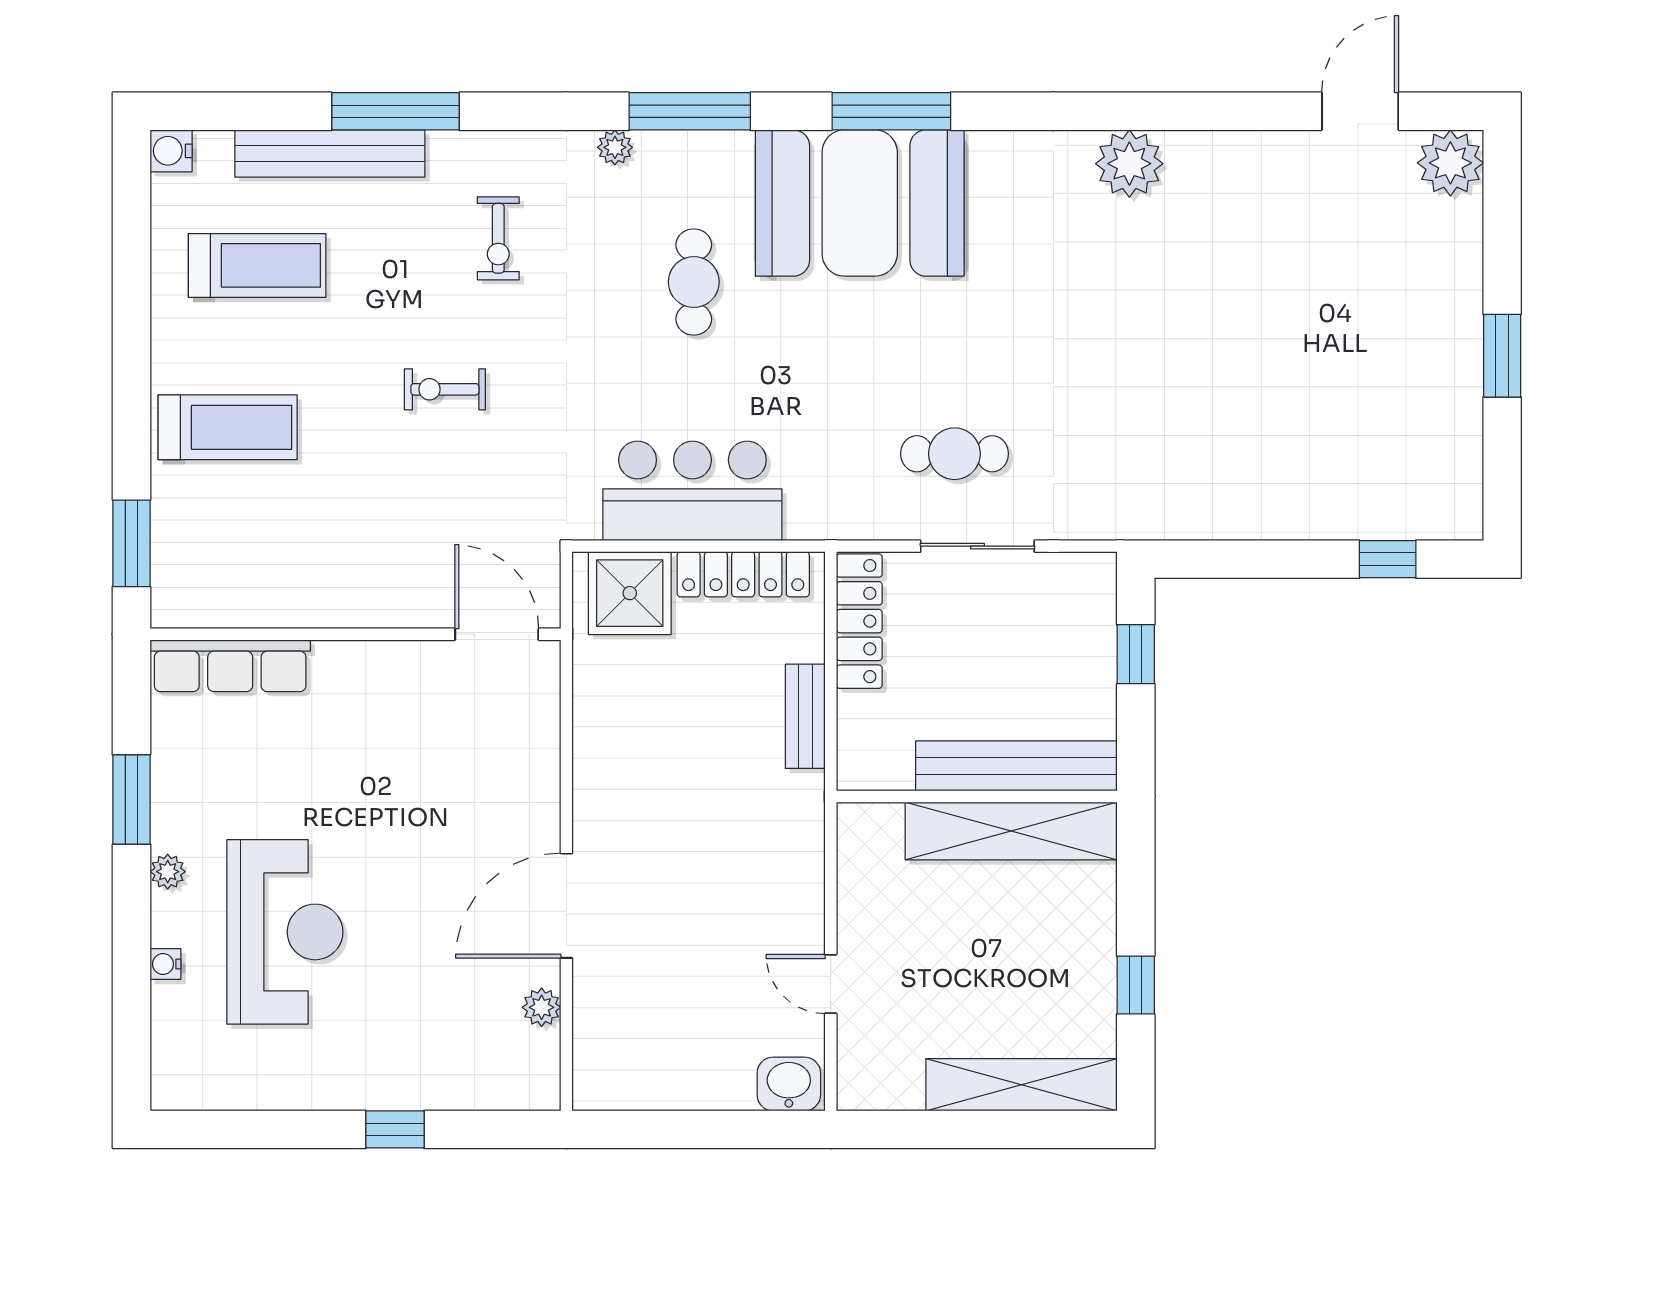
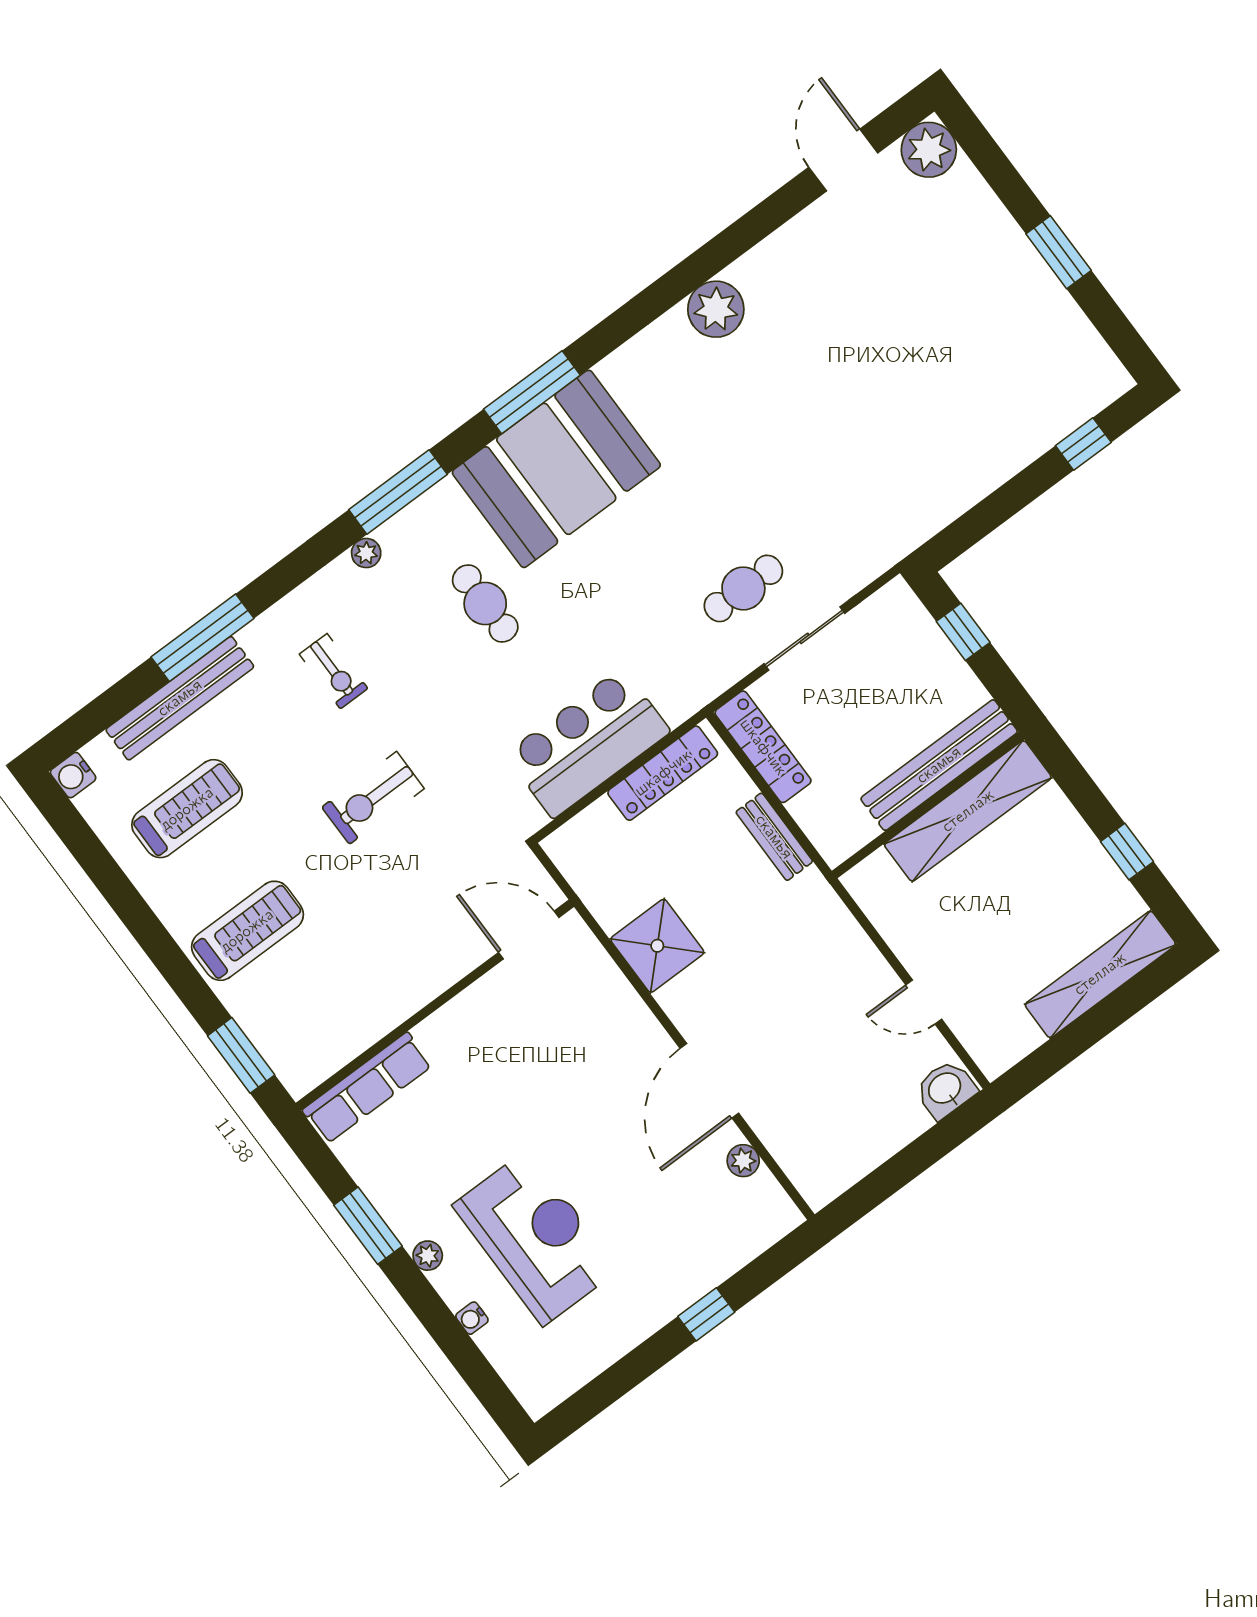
exercise bike: (445, 389) -> (373, 798), width x1.38, depth x1.39
shower: (630, 593) -> (657, 946), moved

